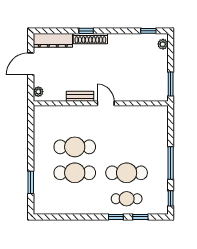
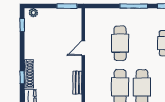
door: (106, 103) -> (83, 48), moved
cafe table: (127, 173) -> (120, 43), moved

